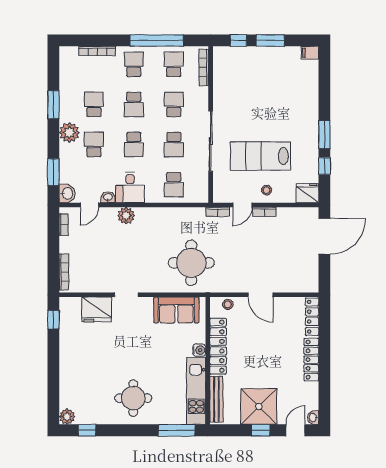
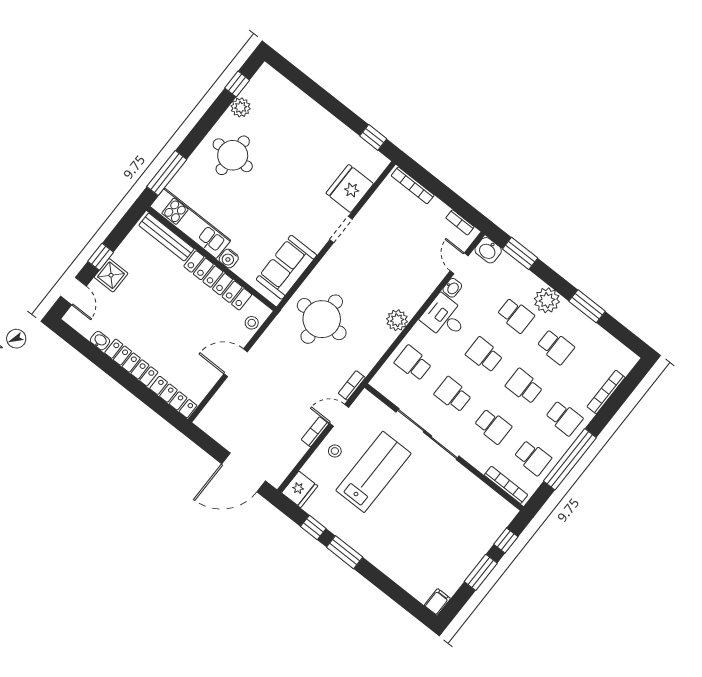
door: (242, 205) -> (339, 415), hinge flipped
plant: (126, 216) -> (397, 320), moved
door: (324, 236) -> (244, 472), hinge flipped
shower: (259, 406) -> (111, 275), width x0.54, depth x0.54
plant: (67, 417) -> (241, 107), moved
washbasin: (313, 418) -> (100, 341), moved

